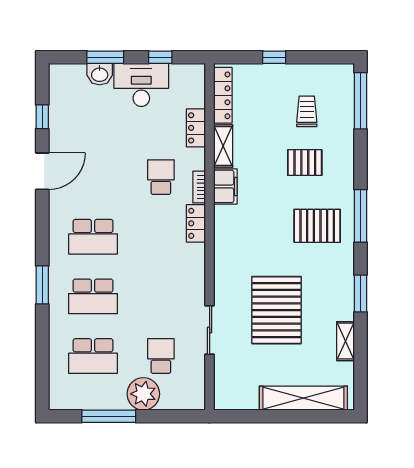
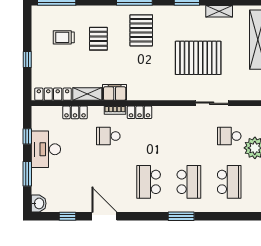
washbasin: (100, 74) -> (39, 203), moved
school desk: (93, 237) -> (149, 182), turned 180

